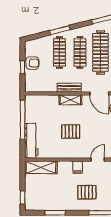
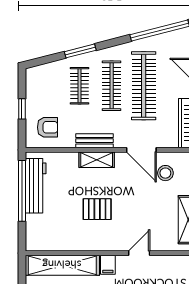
clothes rail: (59, 52) -> (79, 86), width x0.73
armchair: (32, 63) -> (47, 127), moved
workbench: (31, 141) -> (36, 186), moved
shelving: (41, 167) -> (62, 265), width x1.47

